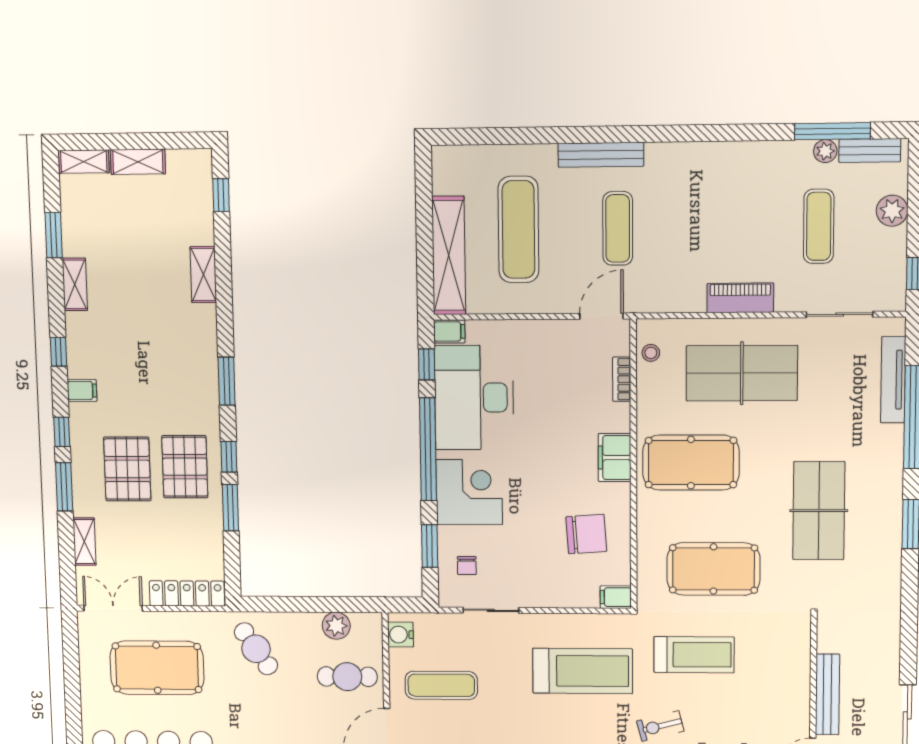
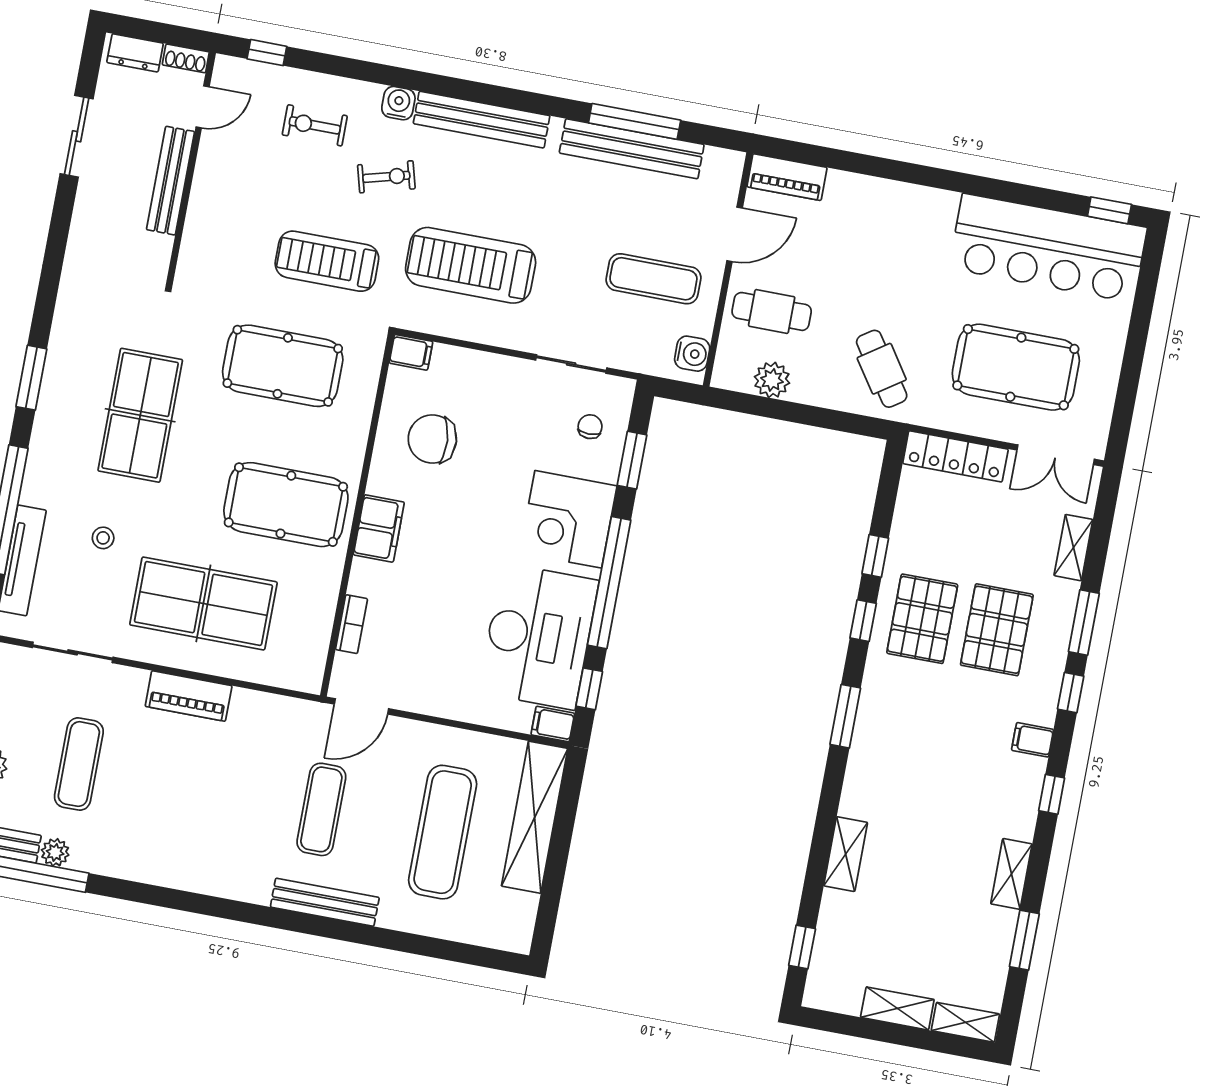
stool: (651, 353) -> (103, 538), moved
window: (230, 508) -> (875, 556), width x0.67

